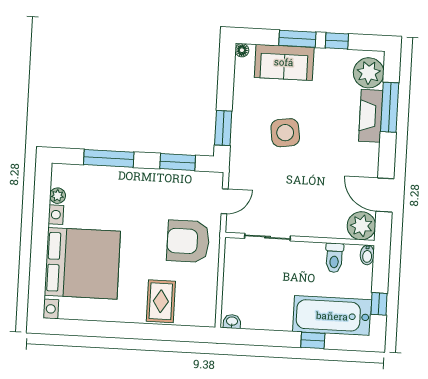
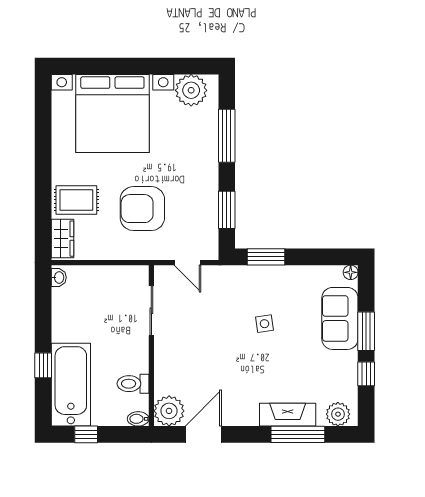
plant: (369, 73) -> (338, 414), width x0.73, depth x0.73
side table: (285, 133) -> (265, 324), width x0.54, depth x0.54
plant: (58, 196) -> (191, 90), width x1.88, depth x1.88
armchair: (188, 241) -> (142, 209), moved, turned -90
wardrobe: (196, 316) -> (63, 239), added

